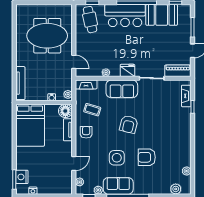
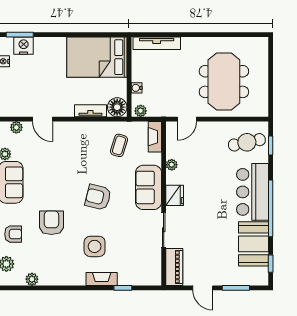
fireplace: (186, 96) -> (102, 279), moved
armchair: (86, 132) -> (13, 234), moved
side table: (117, 158) -> (95, 246), moved

